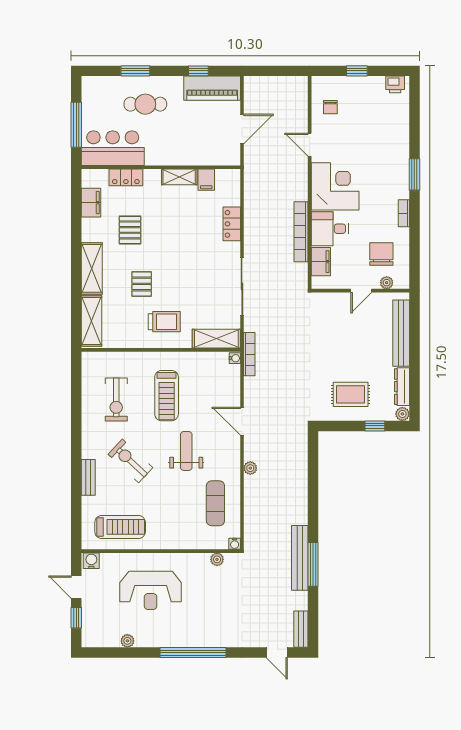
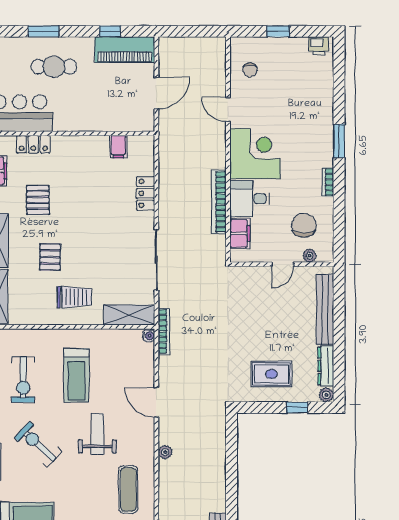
shelving: (179, 177) -> (90, 144), removed

